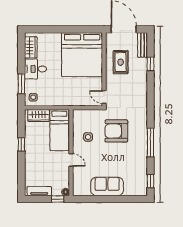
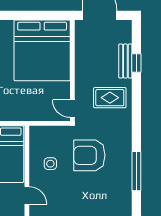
bench: (142, 45) -> (125, 61), moved
rug: (121, 62) -> (110, 98), moved, turned 90

